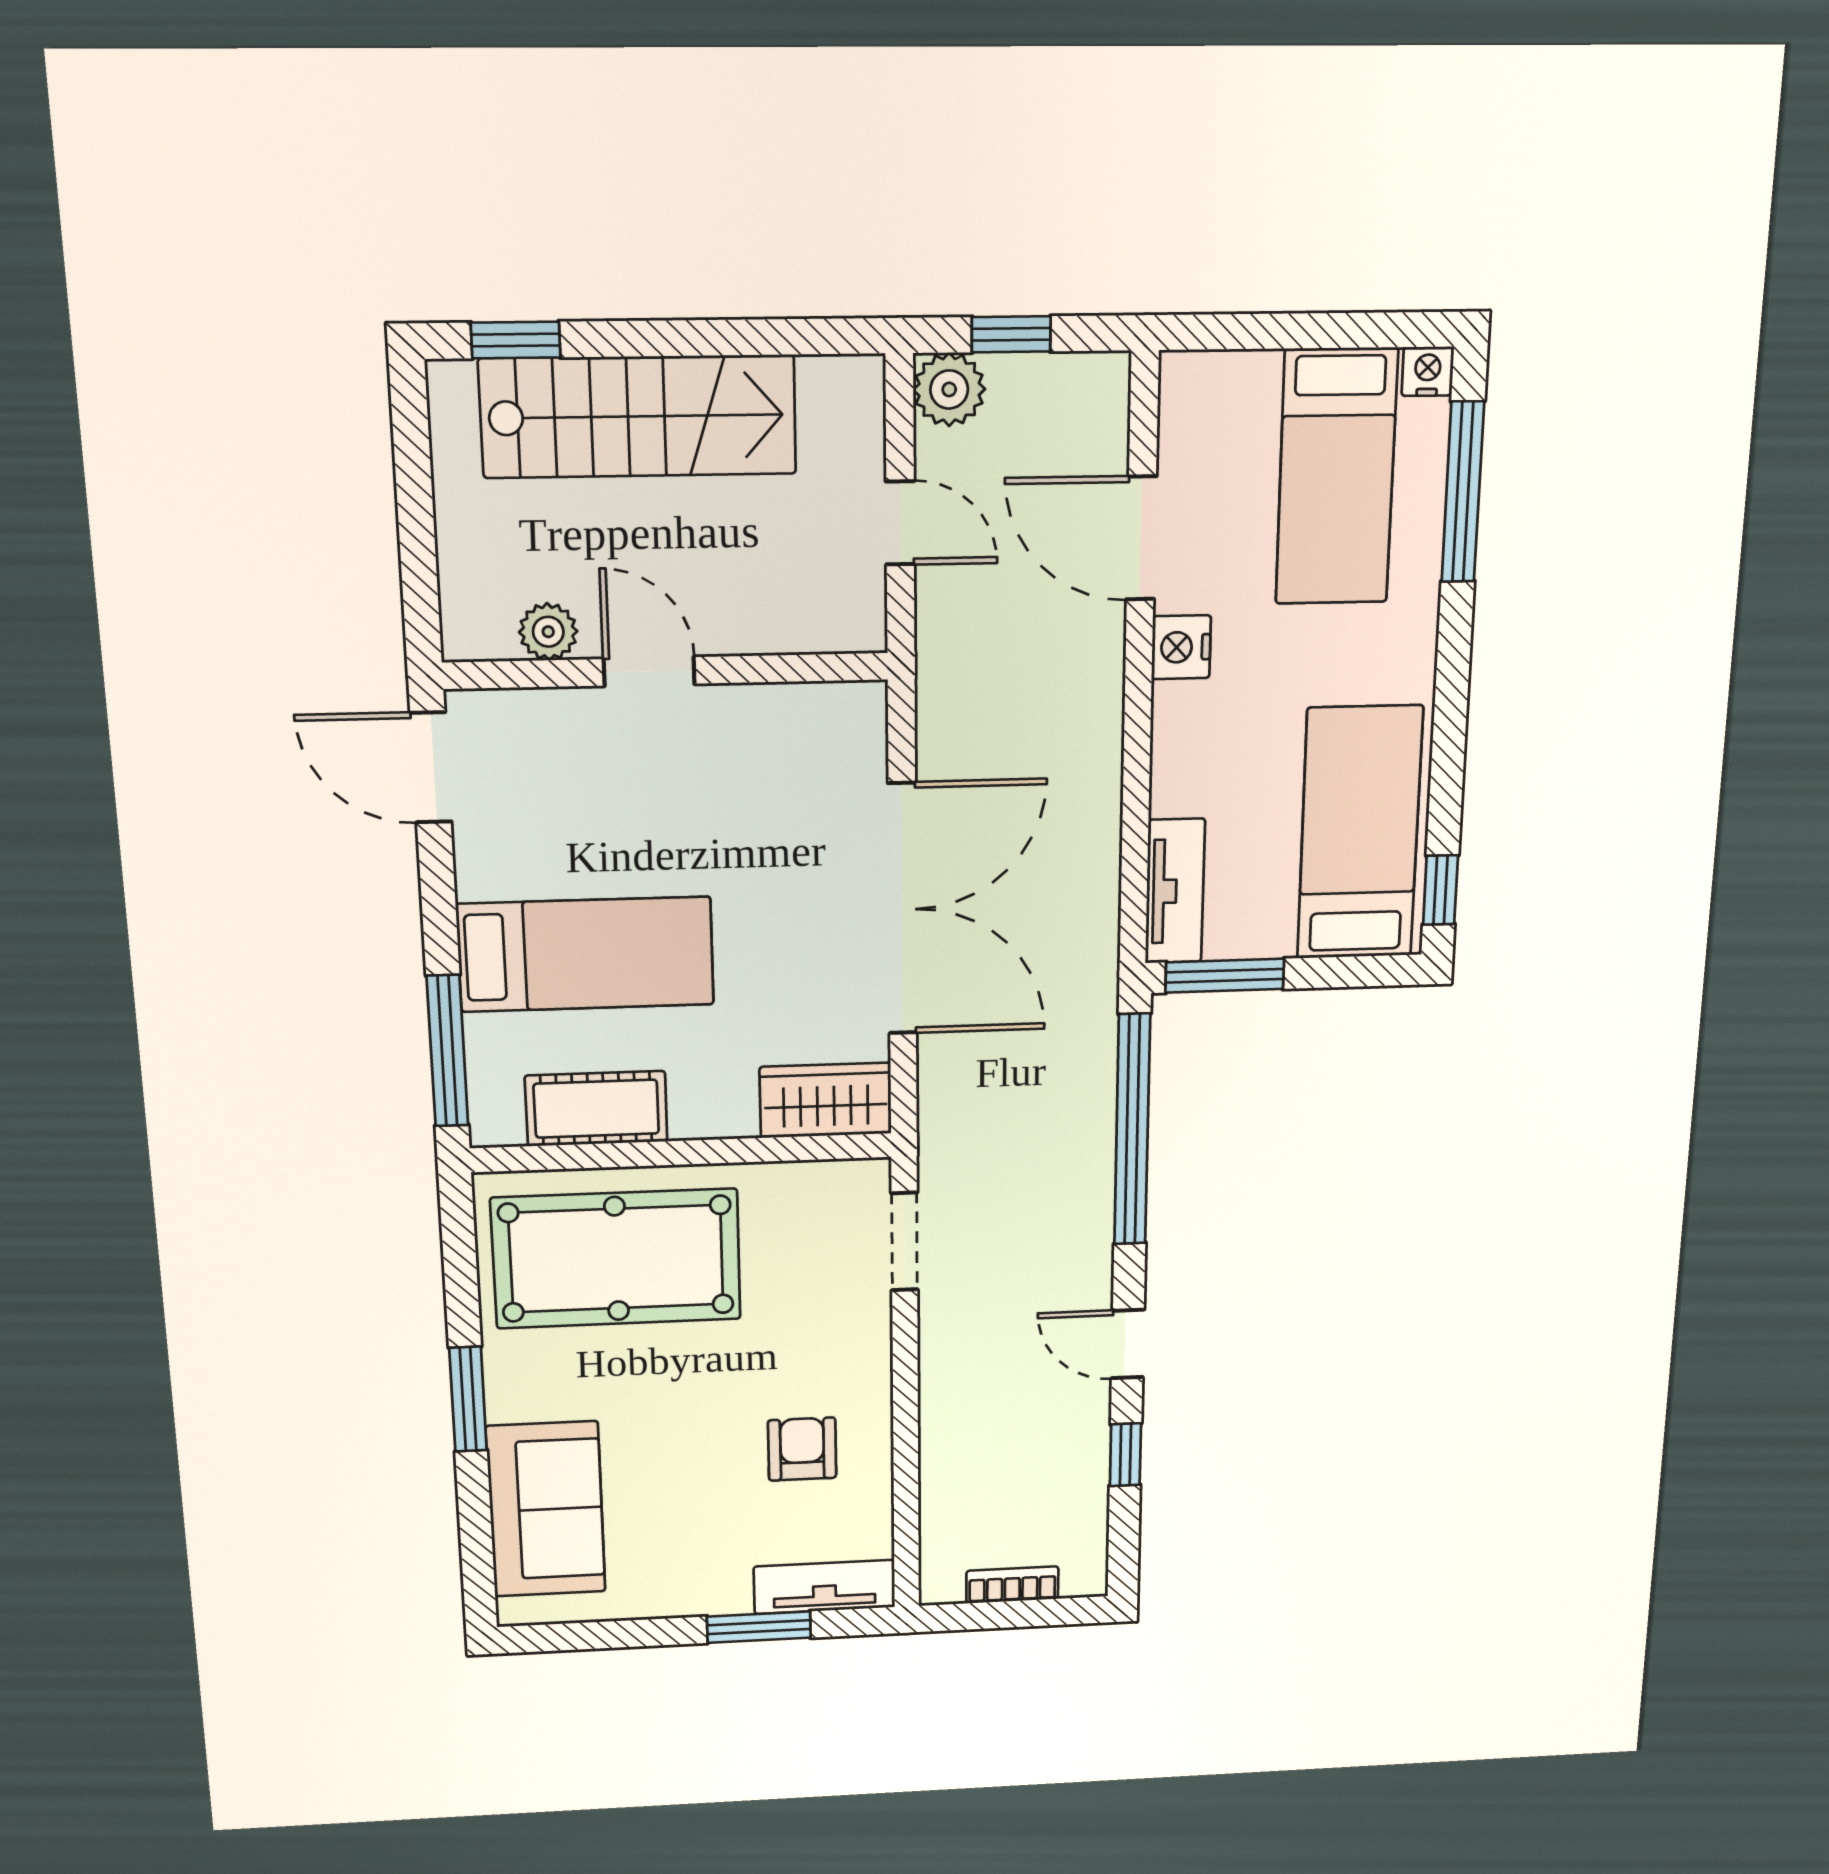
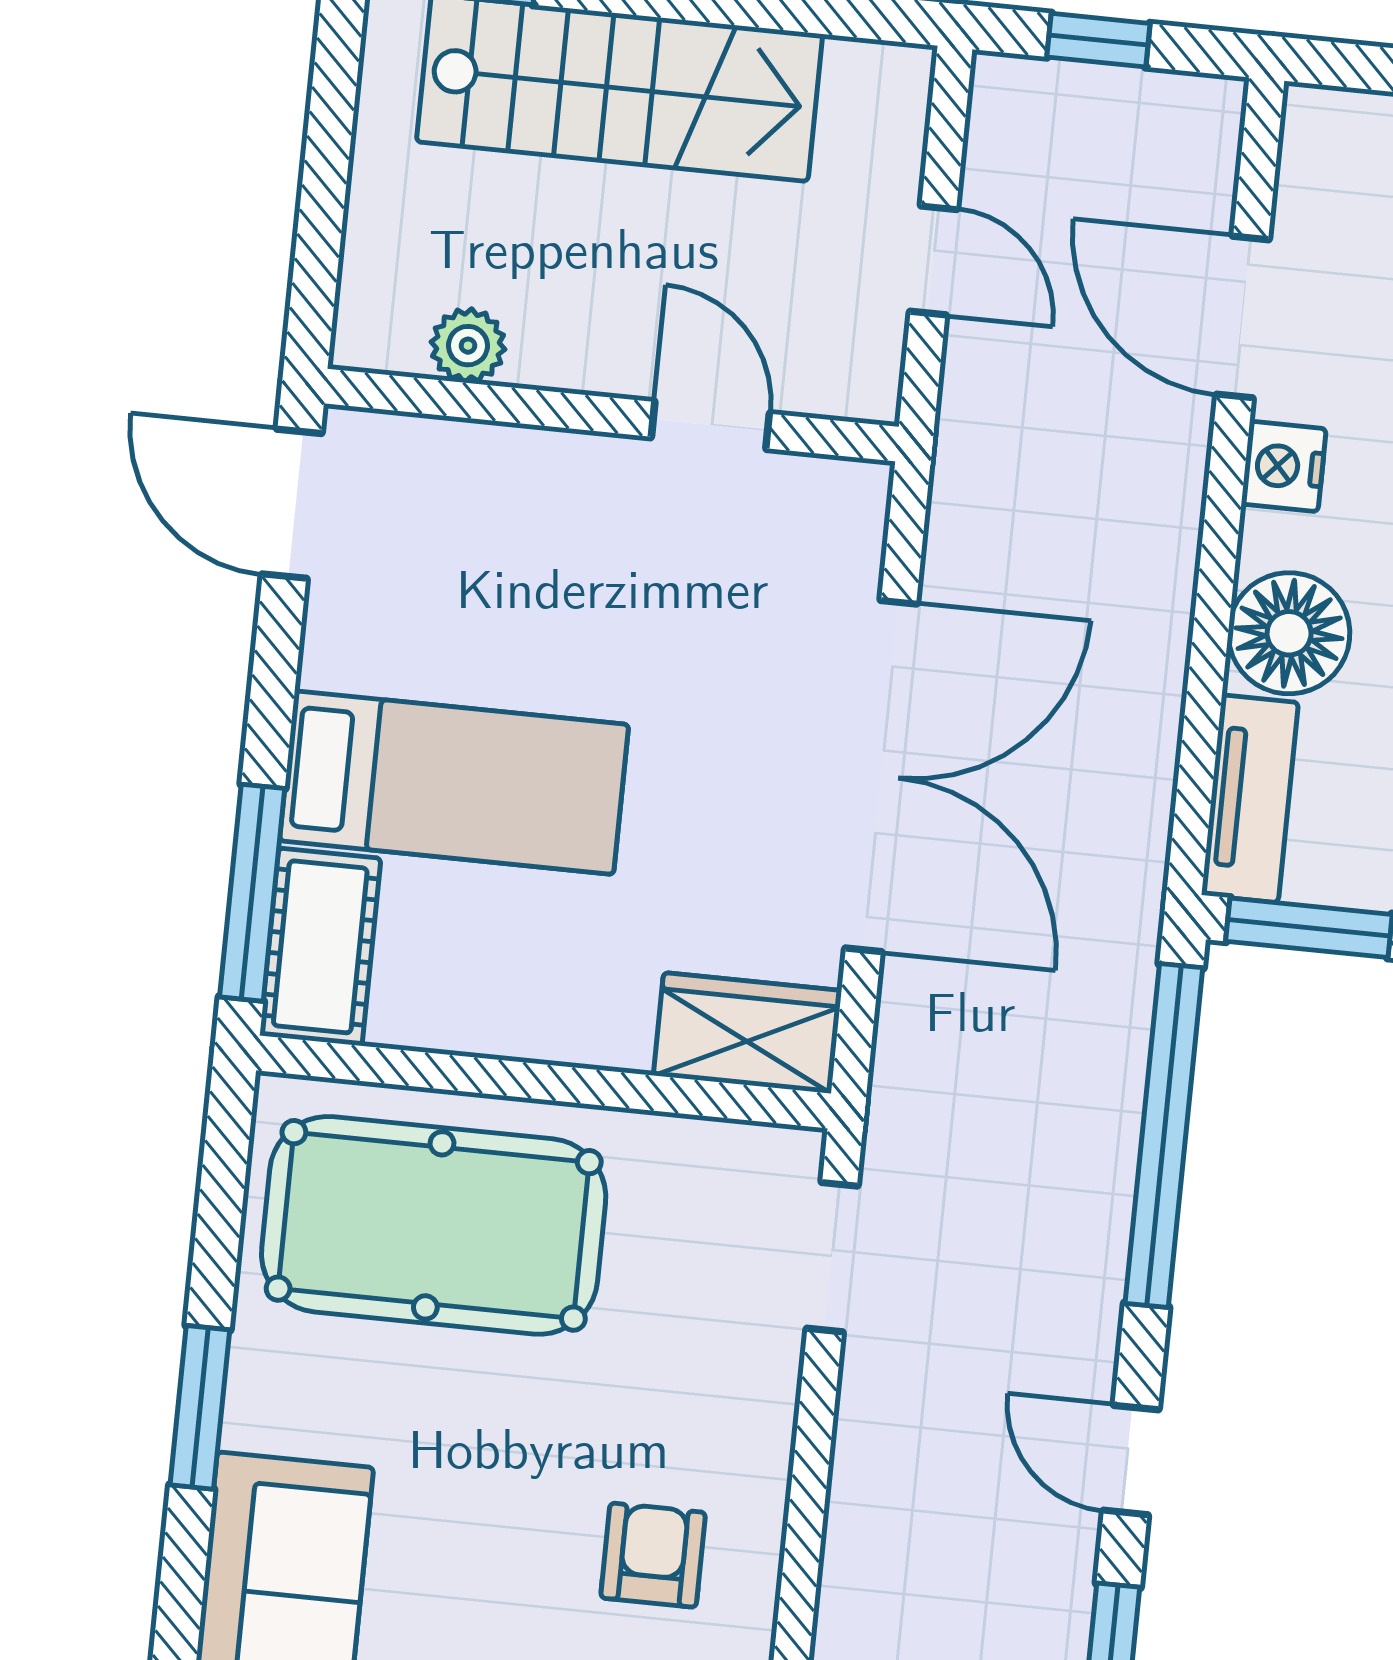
plant: (949, 389) -> (1013, 99), removed
door: (649, 671) -> (710, 425), moved
floor lamp: (1195, 769) -> (1289, 633), added
cot: (596, 1109) -> (320, 947), moved, turned 90

